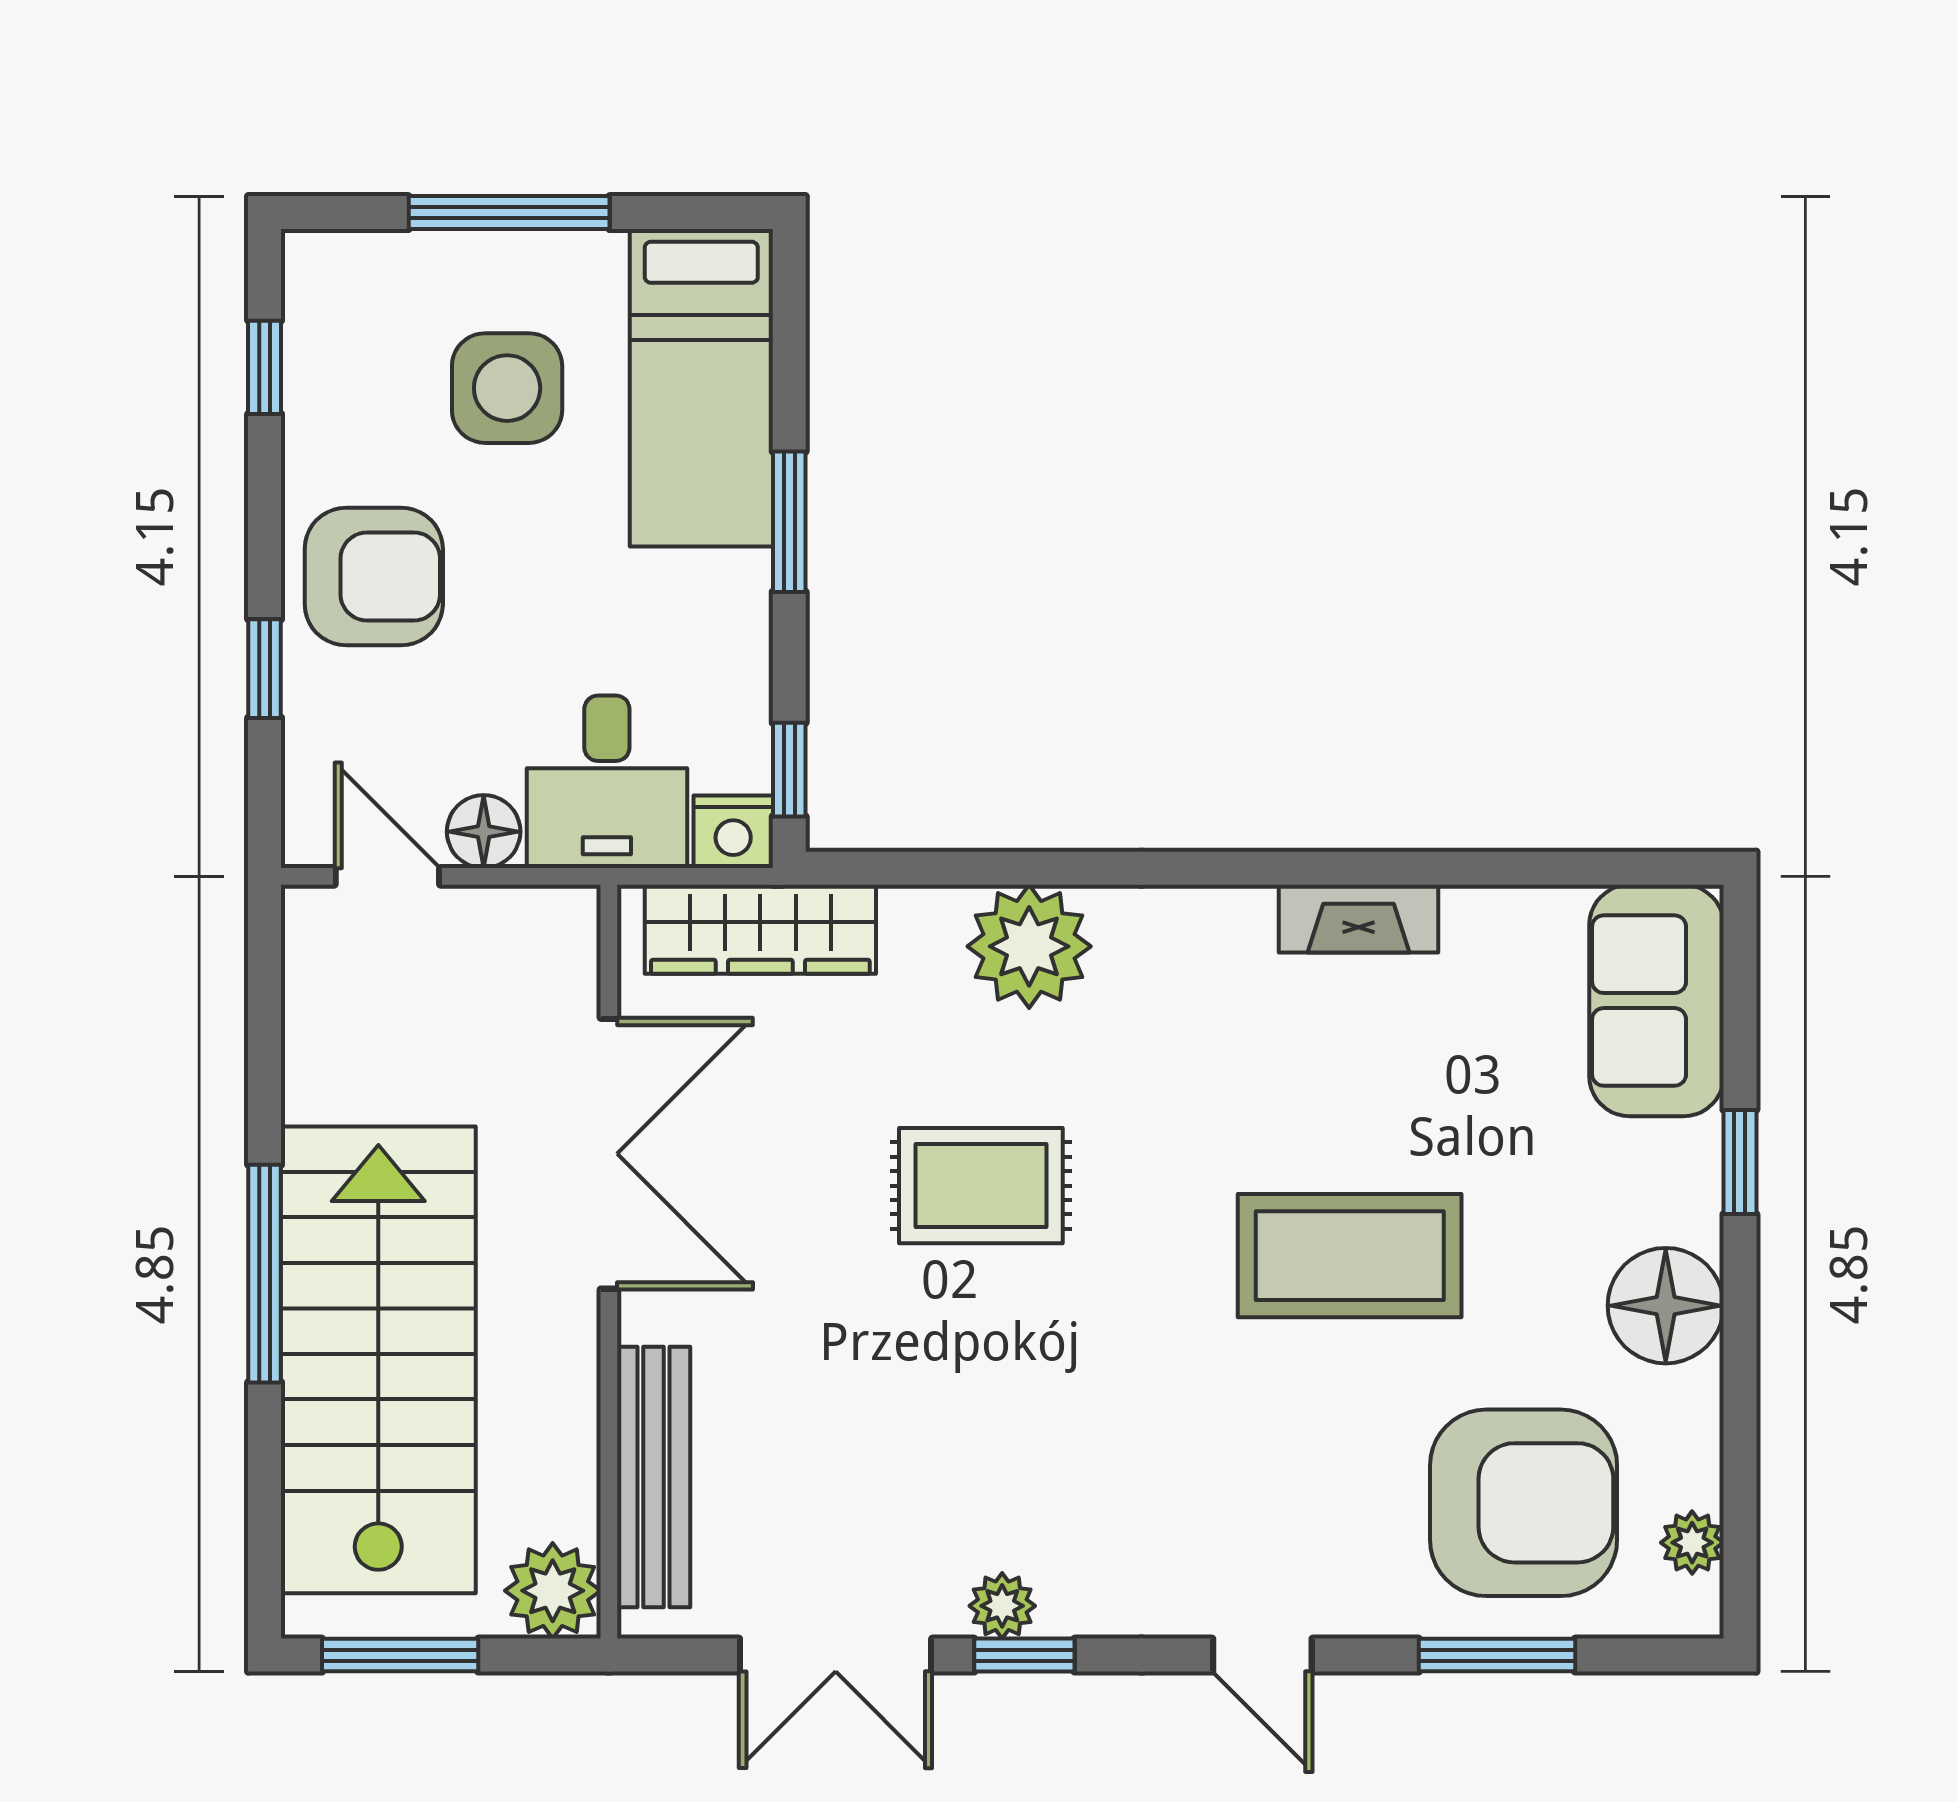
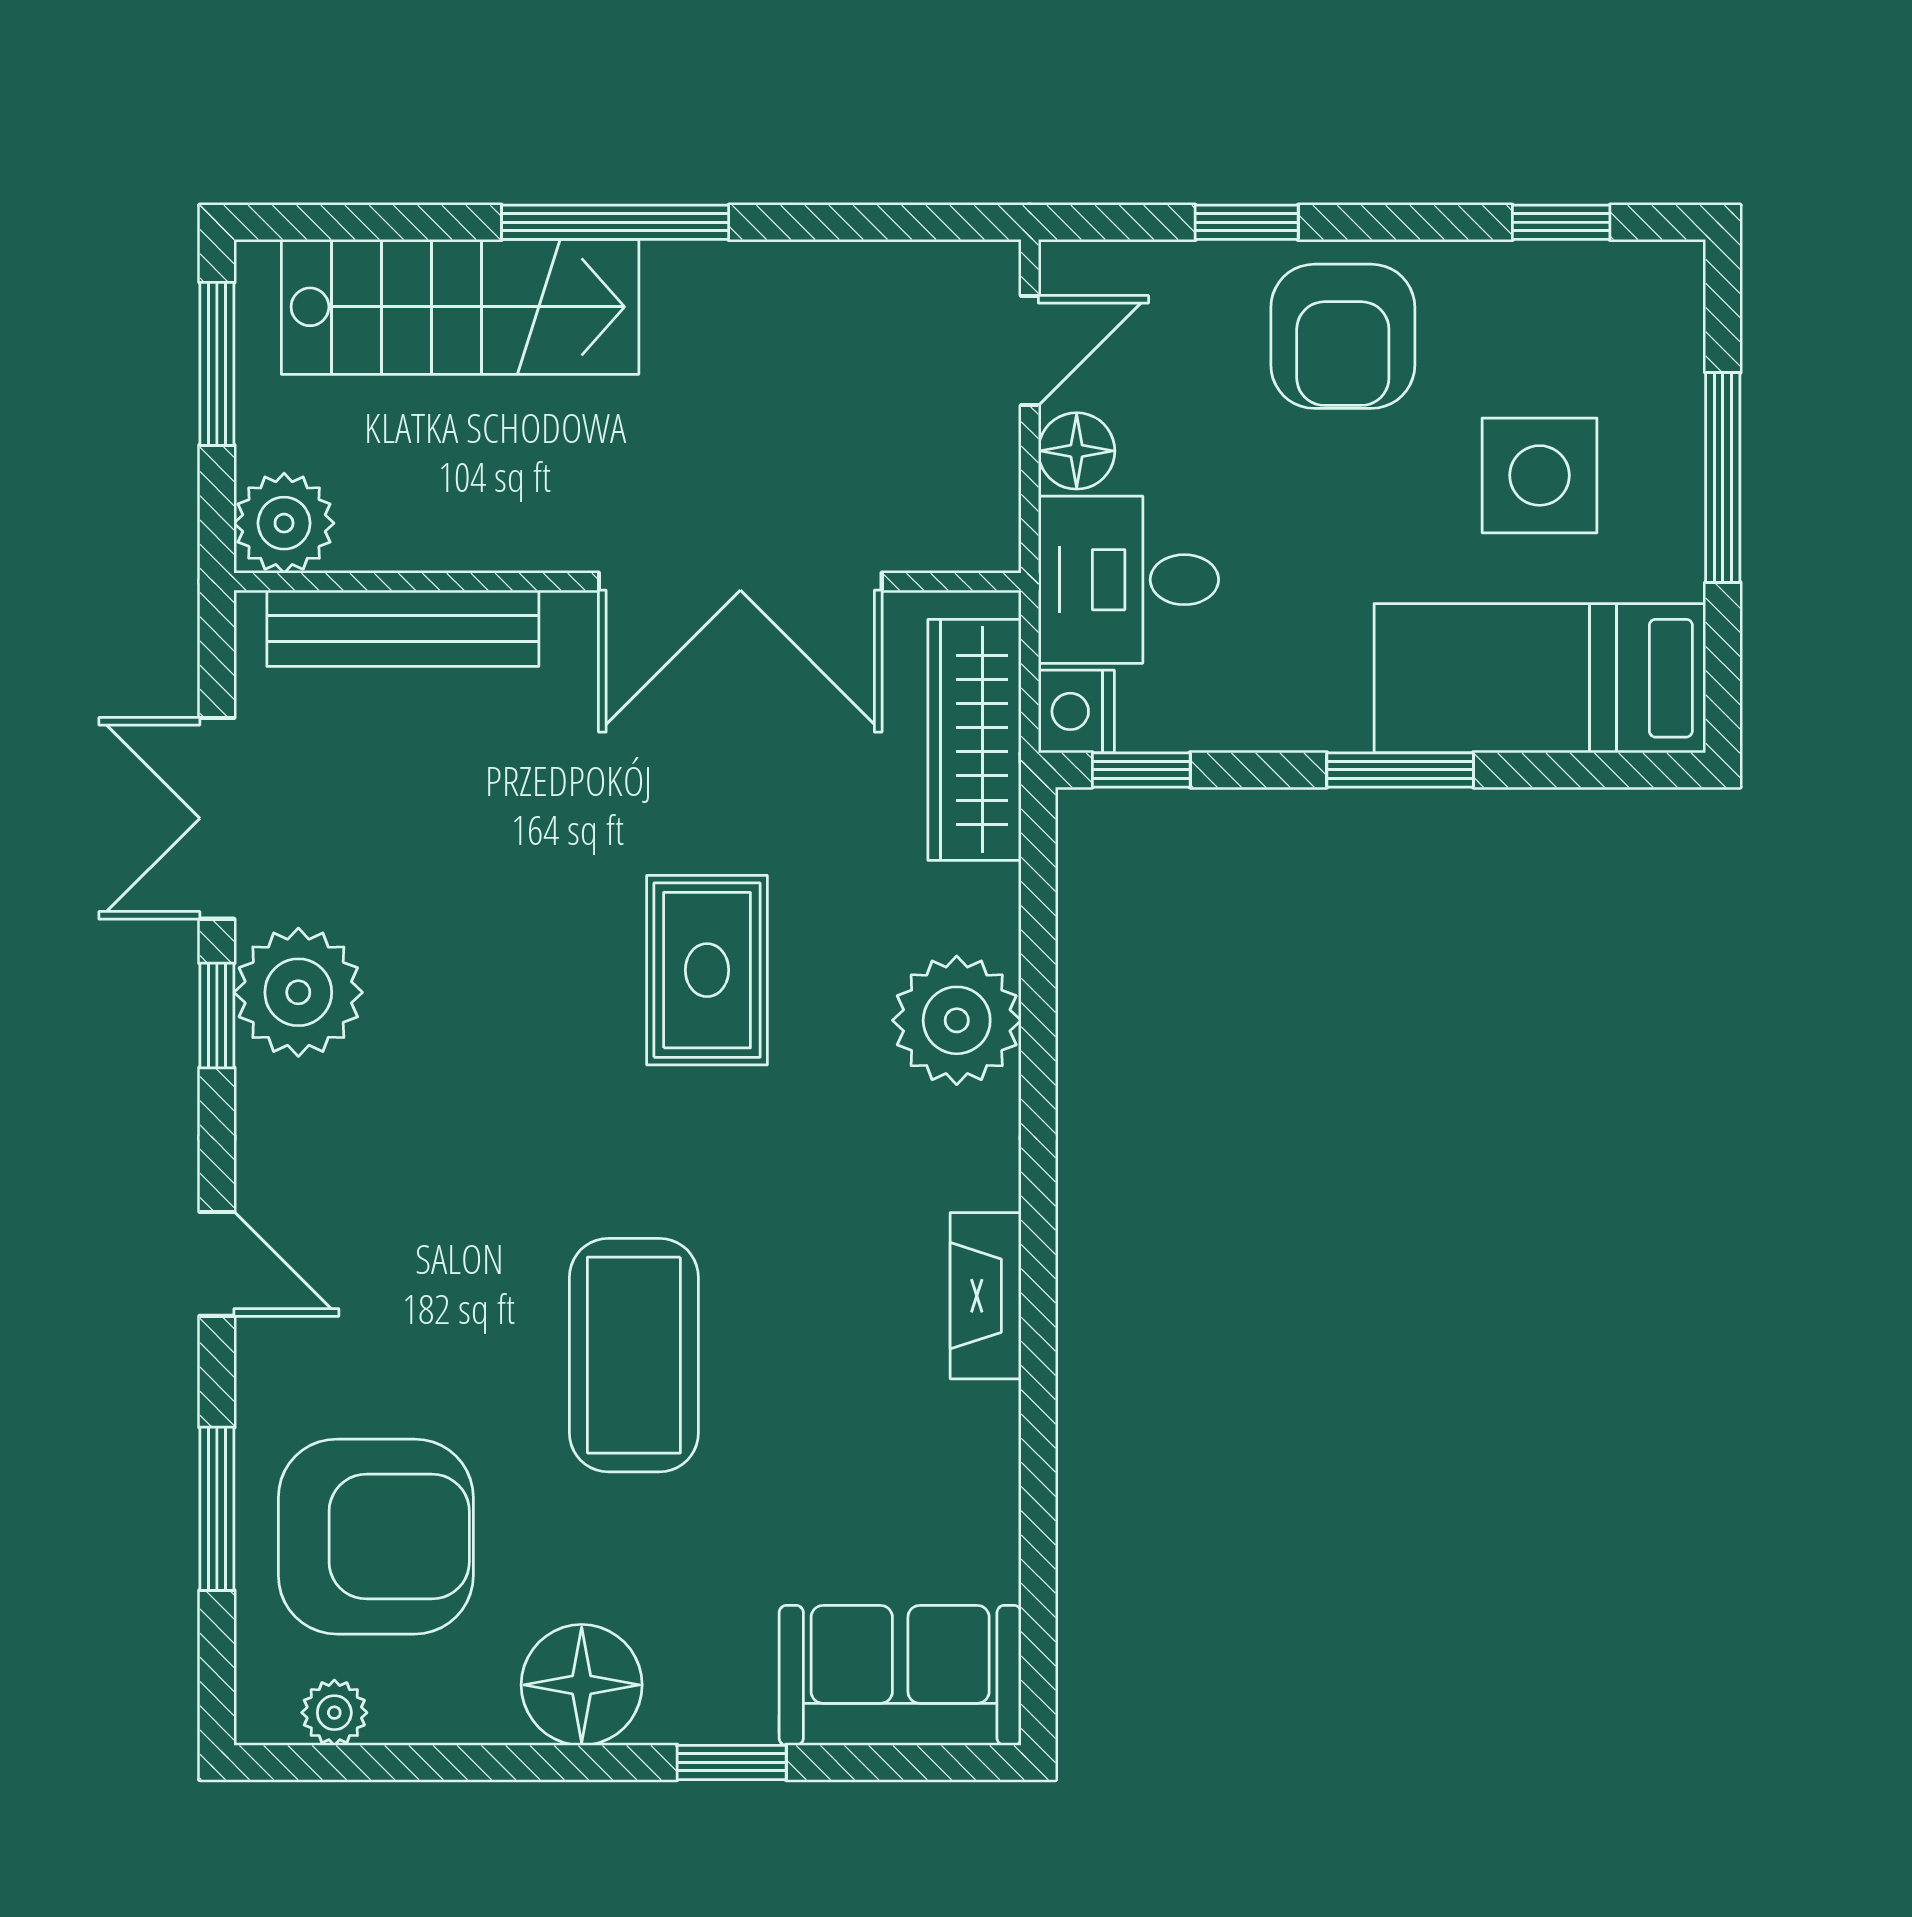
fireplace: (1358, 919) -> (986, 1296), moved
stairs: (378, 1360) -> (460, 307), width x0.73, depth x0.66
armchair: (1524, 1503) -> (376, 1537), turned -90
plant: (1002, 1606) -> (298, 992), width x1.87, depth x1.87
door: (1262, 1655) -> (217, 1264), swing flipped

